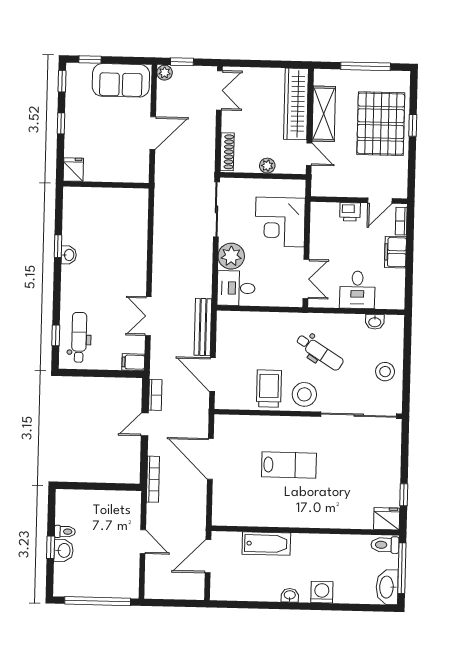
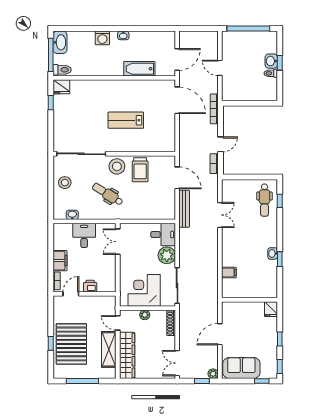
corner desk: (280, 222) -> (144, 290), moved, turned -90
filing cabinet: (133, 362) -> (229, 273), moved
door: (210, 459) -> (177, 100), moved

